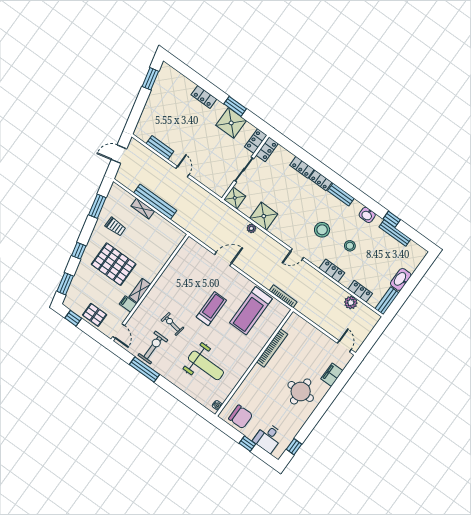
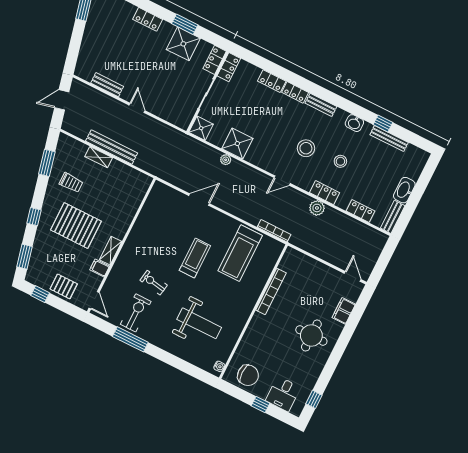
plant: (351, 303) -> (317, 208), moved

